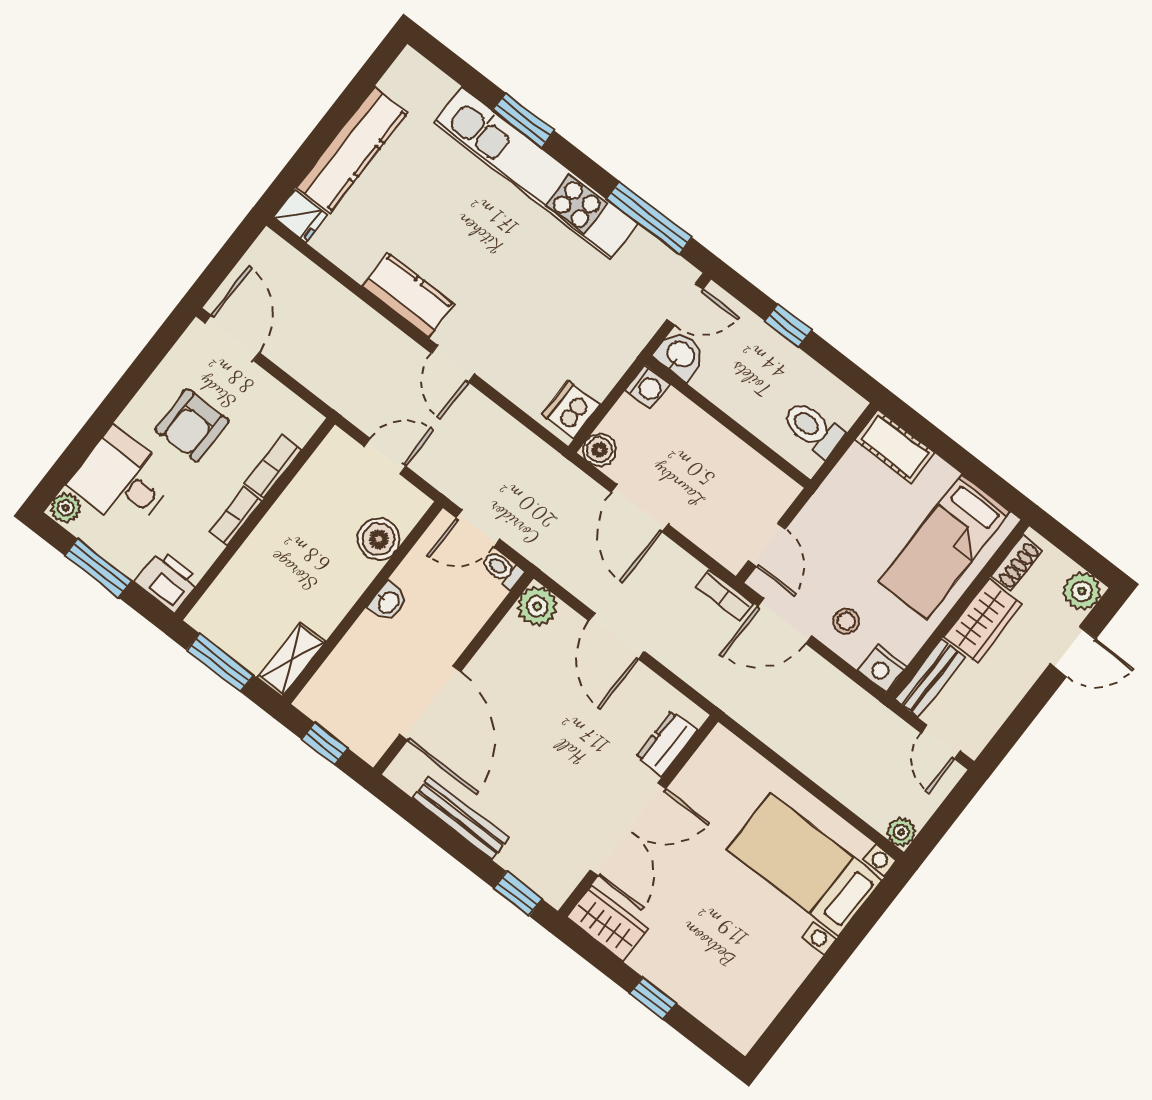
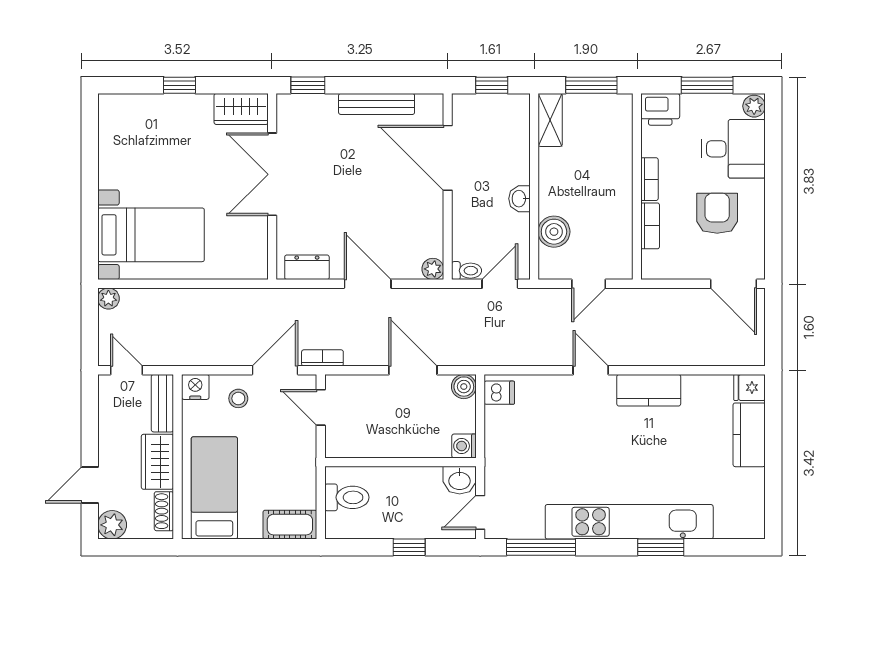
kitchen counter: (352, 150) -> (749, 435), width x0.67
dishwasher: (571, 410) -> (499, 393), width x0.73
plant: (537, 606) -> (433, 269), width x0.73, depth x0.73
dresser: (667, 744) -> (307, 267), moved, turned -90

